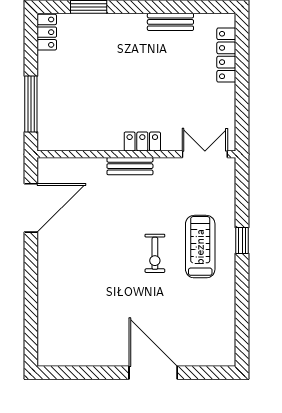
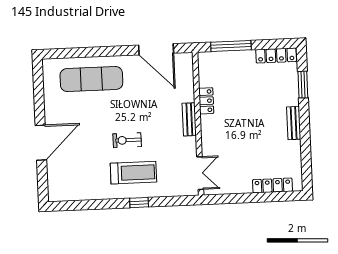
bench: (170, 22) -> (294, 123), moved
locker: (47, 32) -> (276, 55), width x1.53
locker: (142, 141) -> (206, 101), moved
exercise mat: (68, 299) -> (91, 79), added

